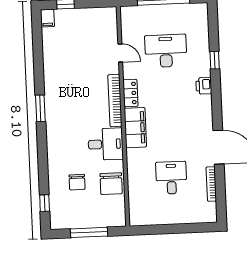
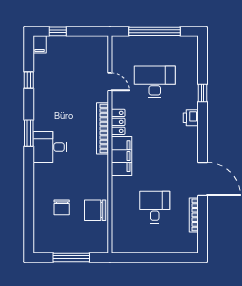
desk: (106, 144) -> (50, 147), moved, turned 180
chair: (111, 184) -> (95, 210), turned 90
window: (45, 203) -> (29, 80), moved

